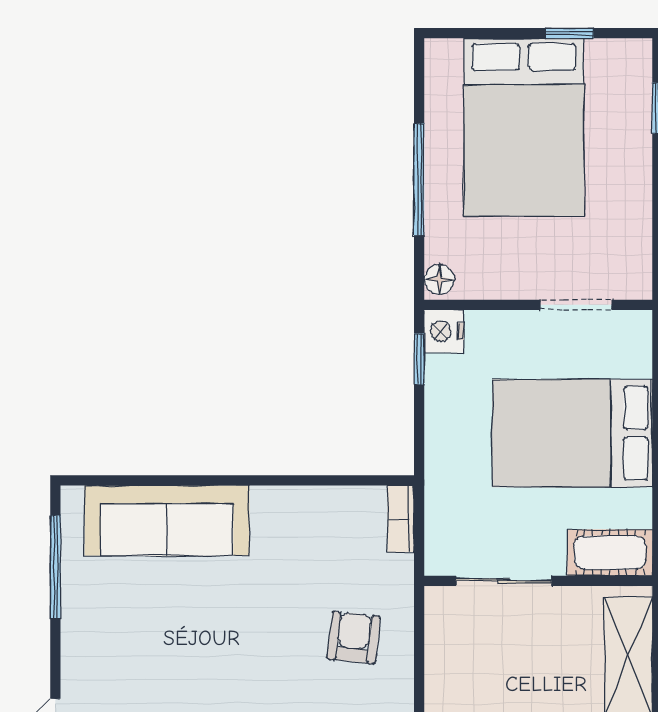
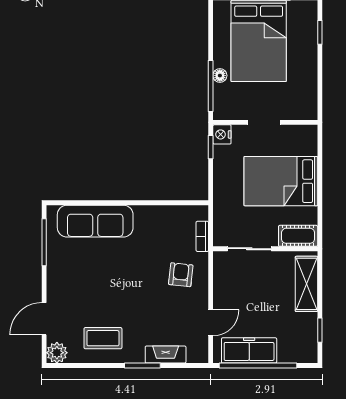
window: (419, 179) -> (211, 86), moved
floor lamp: (439, 279) -> (220, 76), moved
doorway: (576, 305) -> (264, 122), moved
bookcase: (401, 519) -> (202, 236), moved

